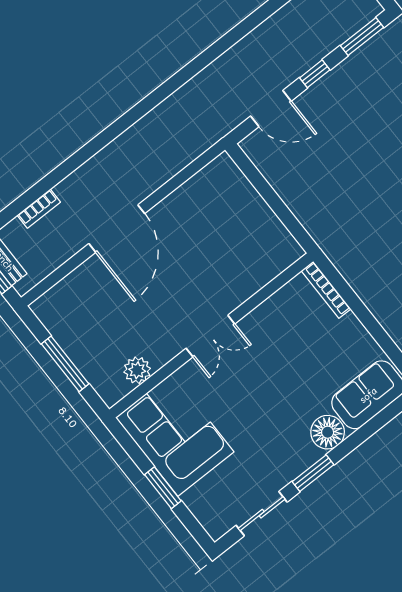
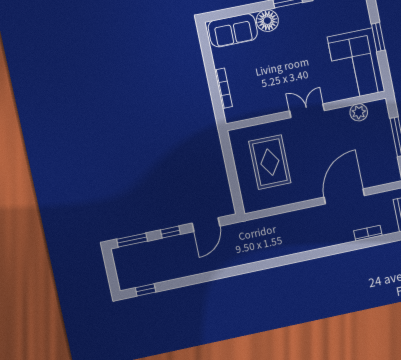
door: (271, 109) -> (206, 225), swing flipped
door: (117, 229) -> (344, 196), moved
rug: (226, 239) -> (270, 162), added
bookcase: (326, 290) -> (223, 88), moved

